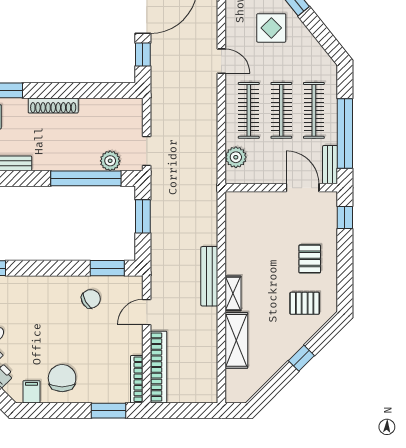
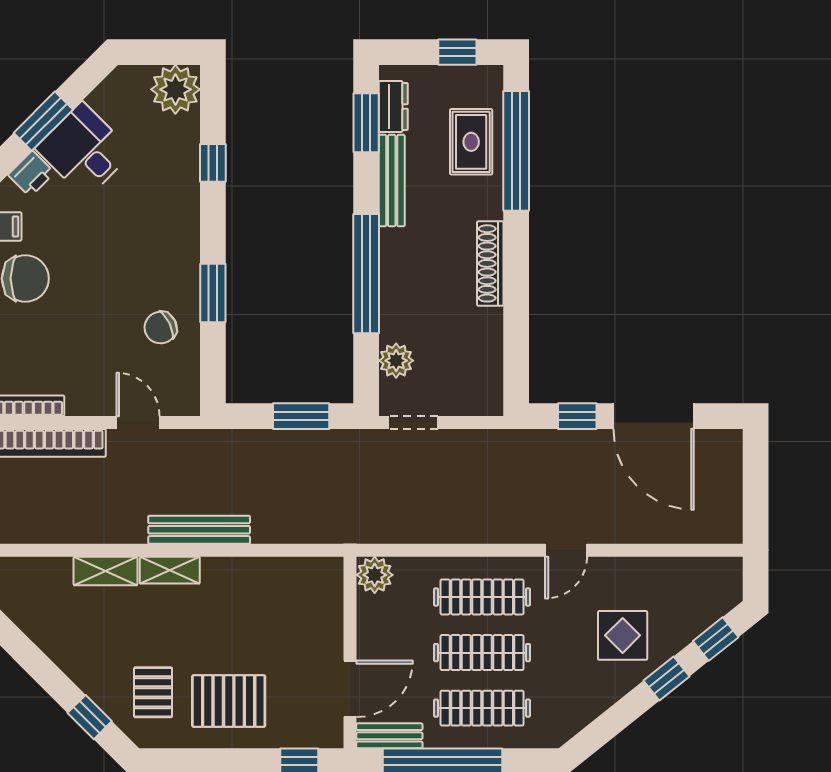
plant: (236, 157) -> (375, 575), moved
window: (86, 178) -> (366, 274), moved
pallet: (310, 259) -> (229, 701), width x1.50, depth x1.42
window: (107, 268) -> (213, 293), moved
chair: (91, 299) -> (161, 328), turned 94
shelving: (236, 340) -> (105, 571), width x0.67, depth x0.75
window: (301, 358) -> (90, 717), moved

